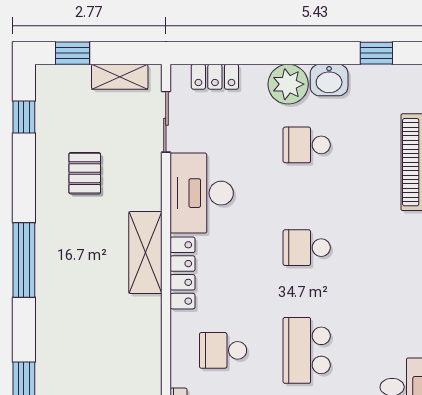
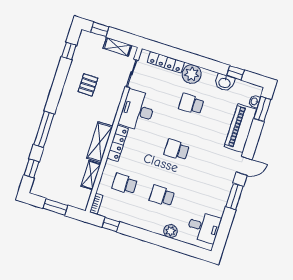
locker: (215, 77) -> (166, 62), width x1.53
washbasin: (329, 80) -> (225, 83), moved
shelving: (145, 253) -> (100, 142), moved
window: (24, 260) -> (44, 129), moved
school desk: (307, 350) -> (162, 196), width x0.54
shelving: (149, 354) -> (91, 175), added

